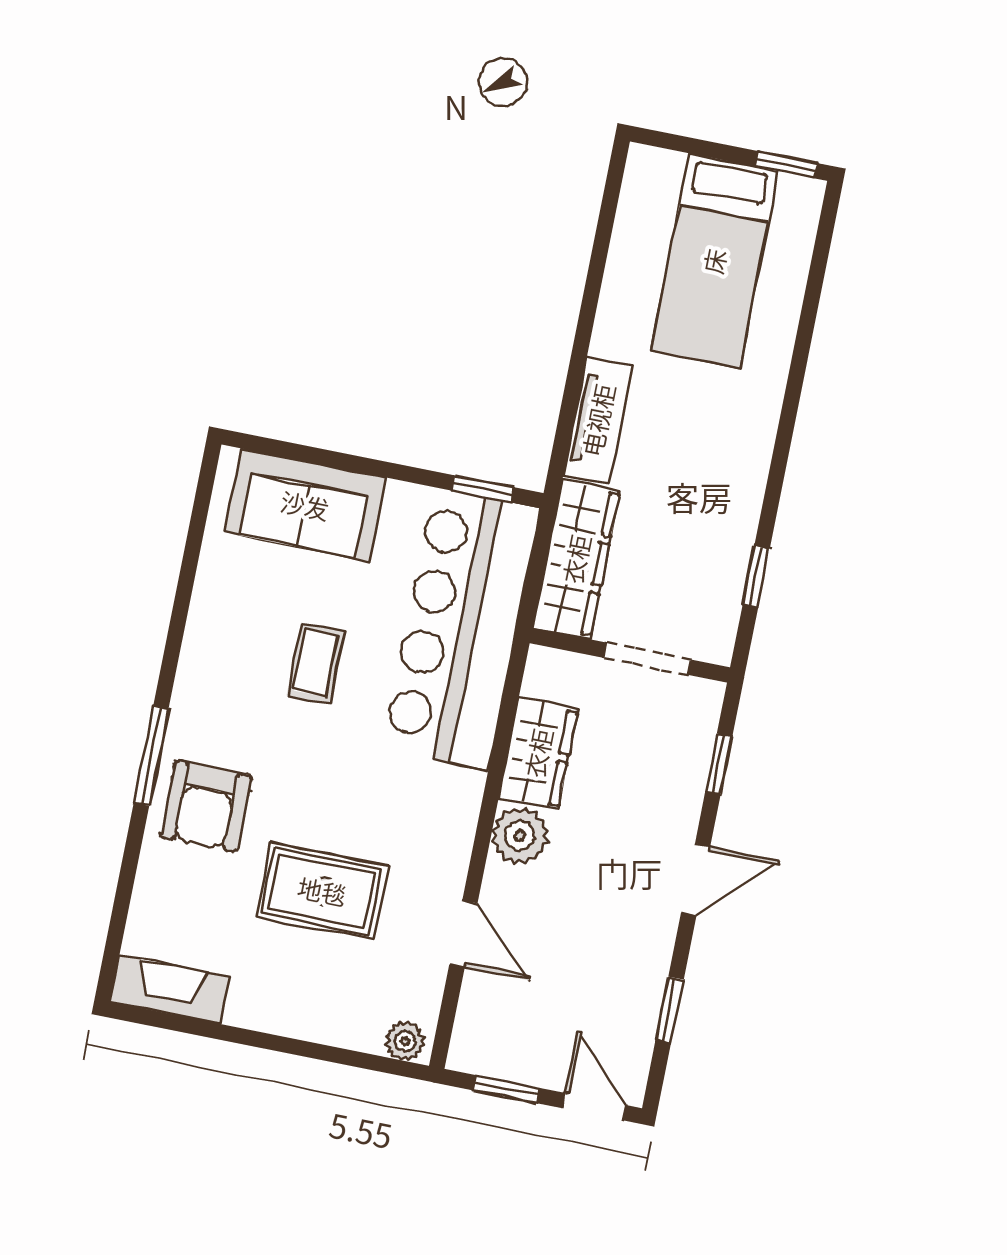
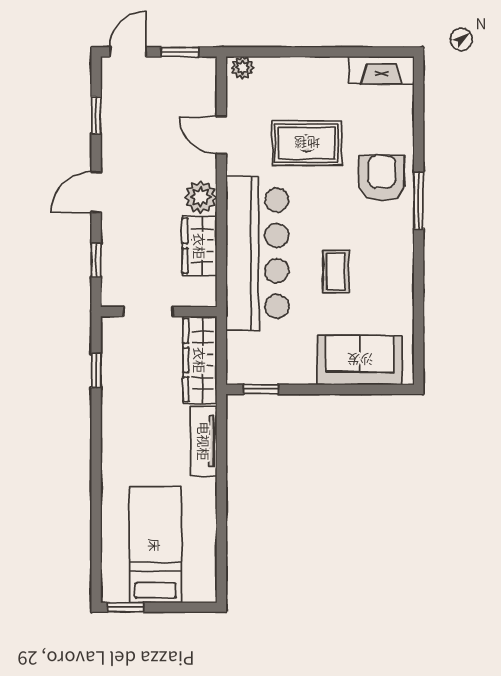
bar counter: (461, 628) -> (257, 253), moved
door: (594, 1107) -> (128, 52), swing flipped

